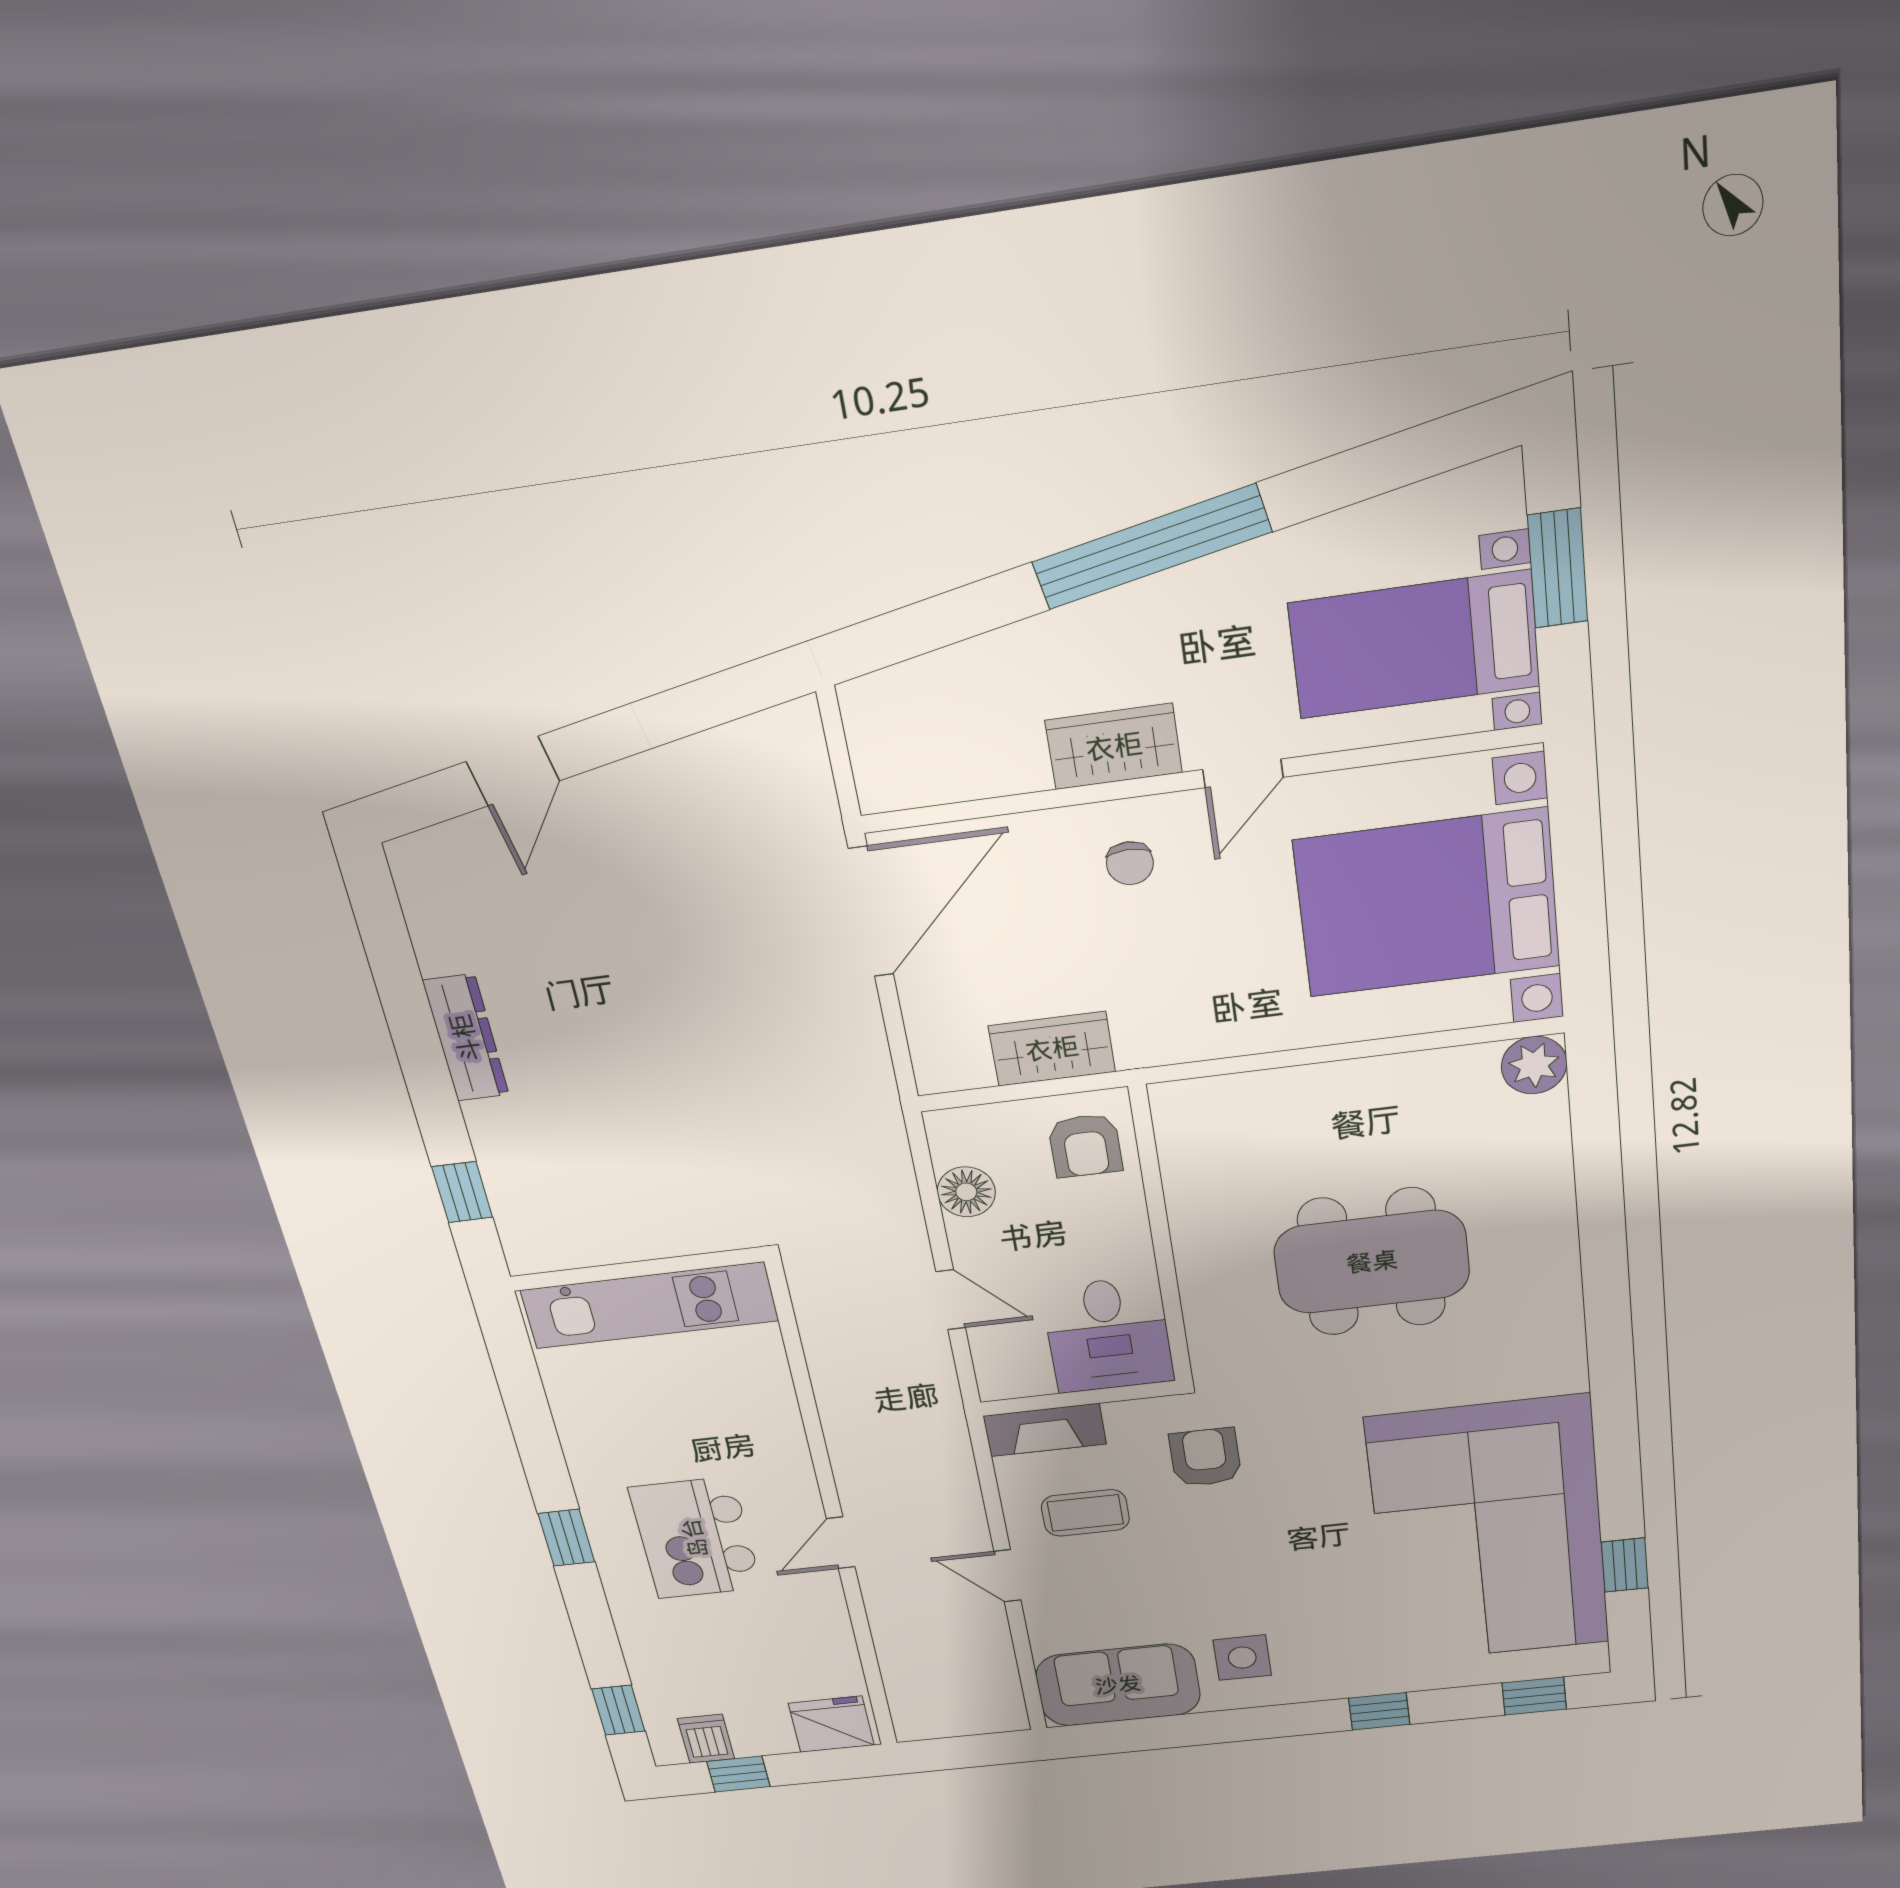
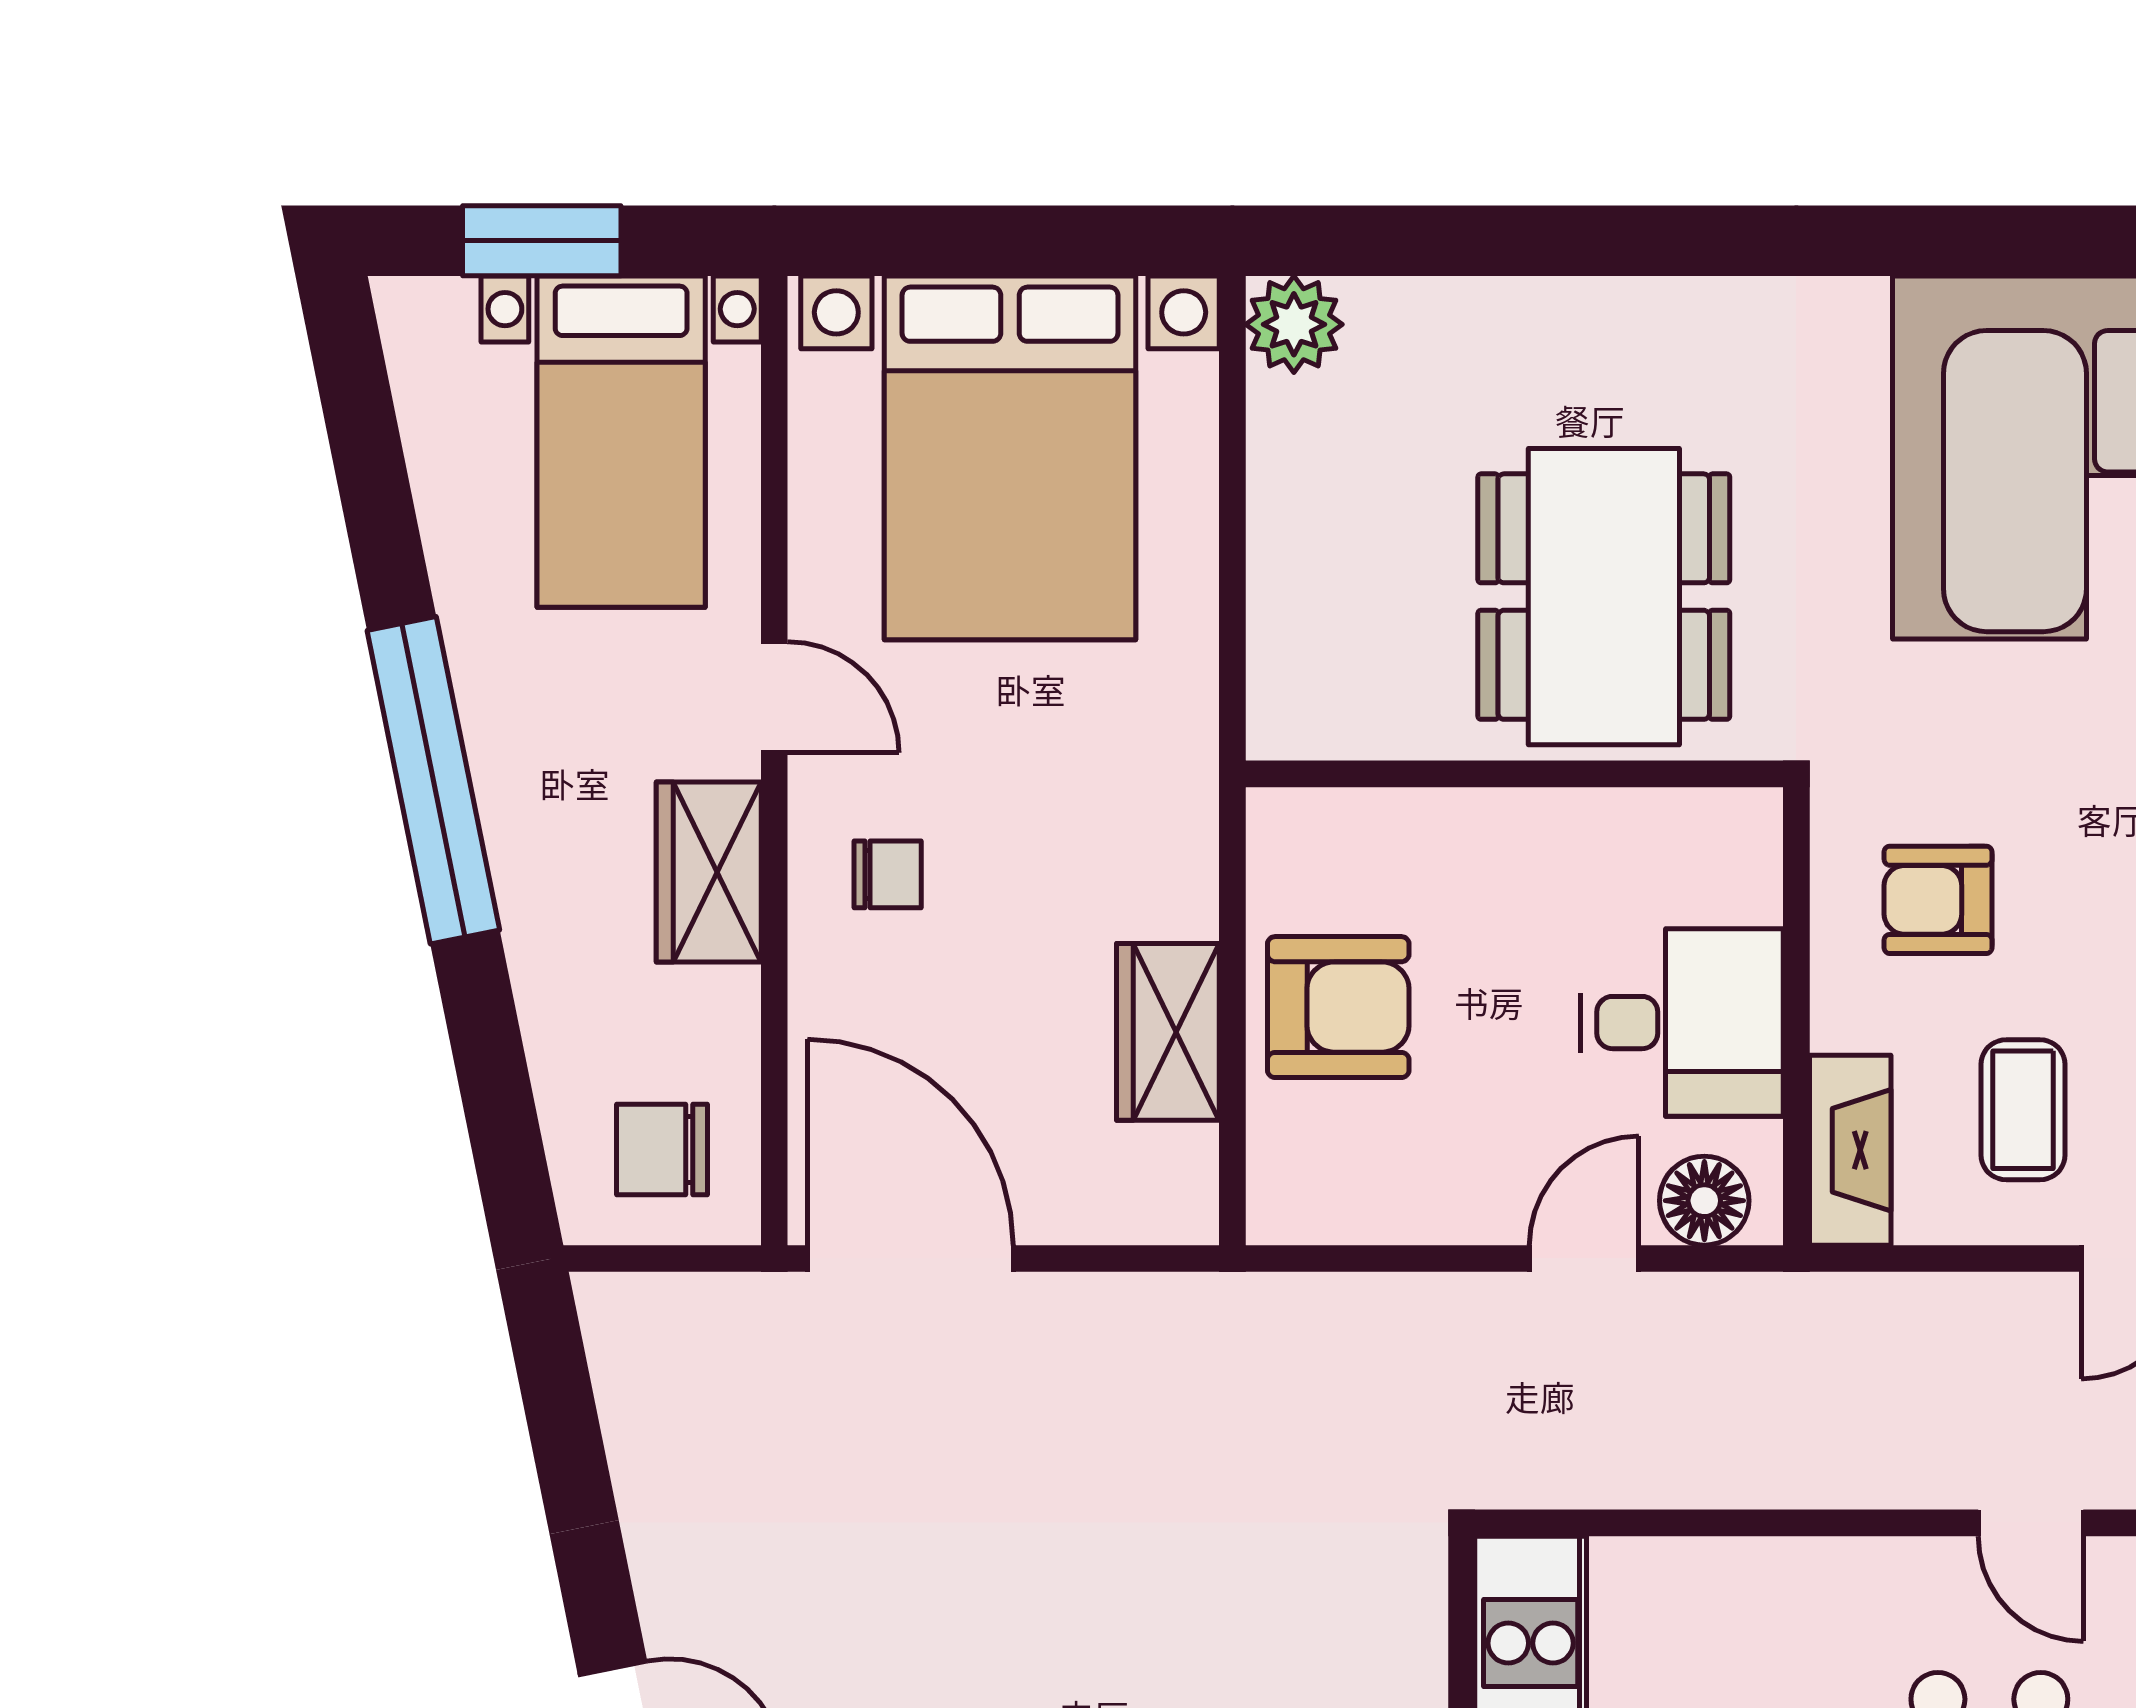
chair: (914, 742) -> (662, 1150), added
armchair: (1085, 1146) -> (1338, 1007), width x1.38, depth x1.38
floor lamp: (966, 1192) -> (1704, 1201), moved
wall: (1161, 1237) -> (1514, 774), moved

